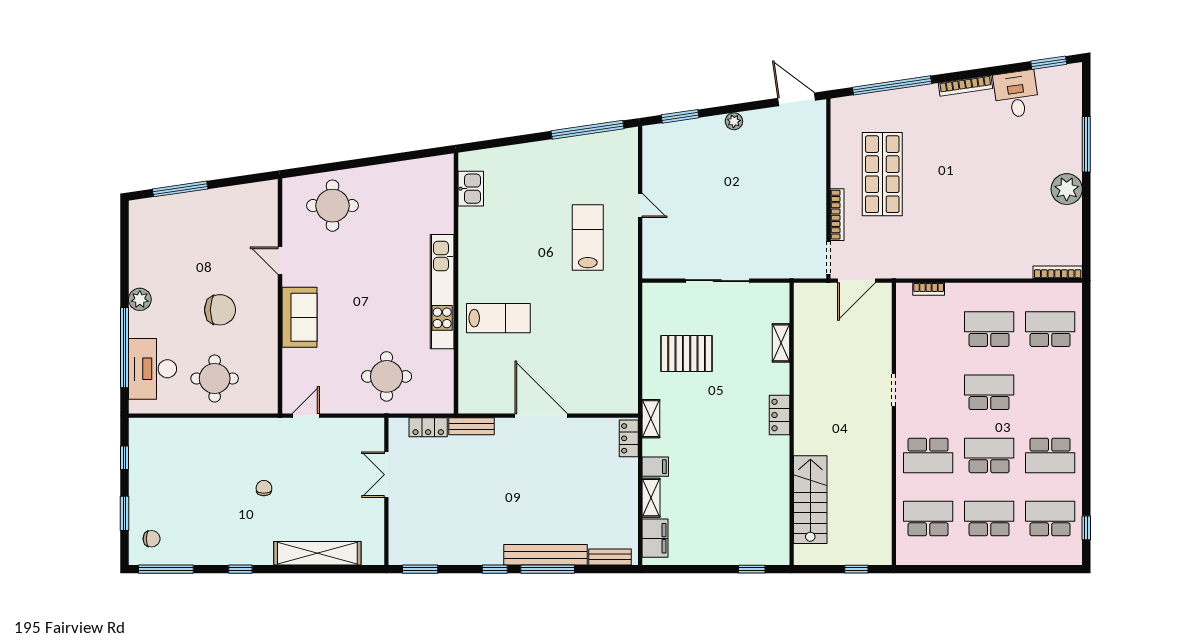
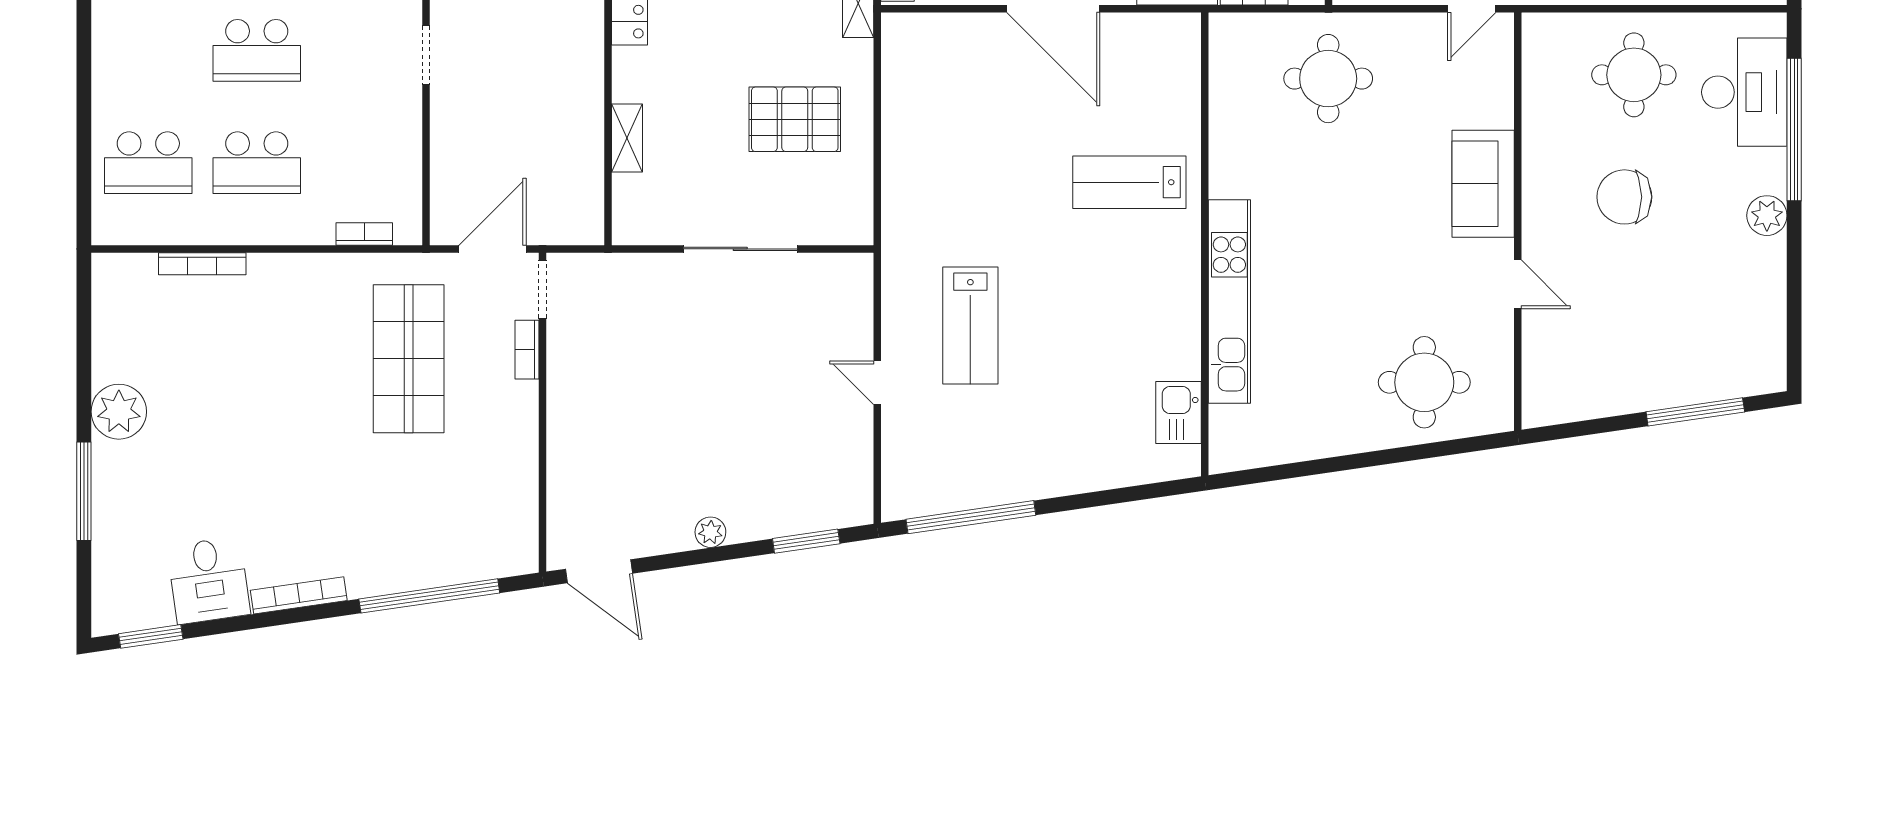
shop shelf: (882, 174) -> (409, 359), moved
bookcase: (837, 215) -> (527, 350), width x0.64
bookcase: (1058, 272) -> (202, 264), moved
kitchen unit: (442, 292) -> (1229, 301), moved

